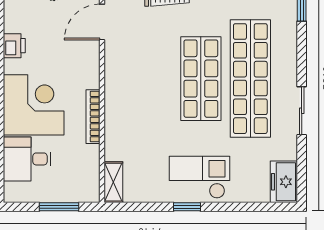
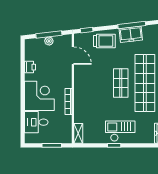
door: (102, 22) -> (73, 56), swing flipped
shop shelf: (201, 79) -> (121, 83), width x0.70, depth x0.74

